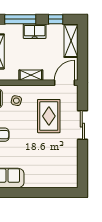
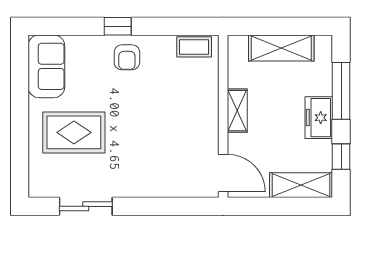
side table: (16, 101) -> (190, 84), removed
rug: (49, 116) -> (74, 132), moved
sliding door: (82, 125) -> (86, 206), moved

